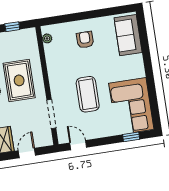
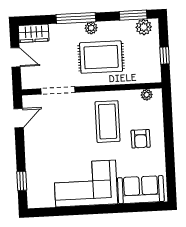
armchair: (85, 40) -> (141, 139), turned 90
coffee table: (88, 94) -> (108, 122), moved, turned 90
corner sofa: (131, 106) -> (86, 183), moved

